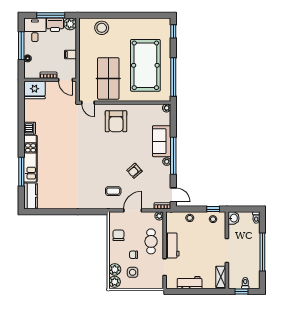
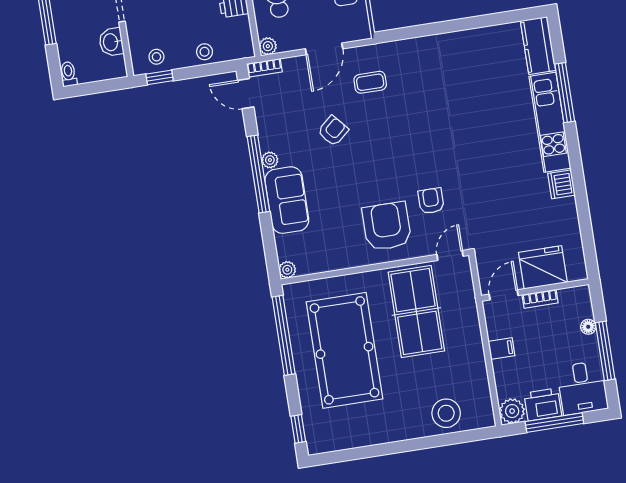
door: (65, 80) -> (504, 295), hinge flipped
fridge: (34, 90) -> (543, 267), moved
door: (88, 103) -> (450, 255), hinge flipped
armchair: (93, 130) -> (431, 201), added
washbasin: (233, 218) -> (111, 42), moved

